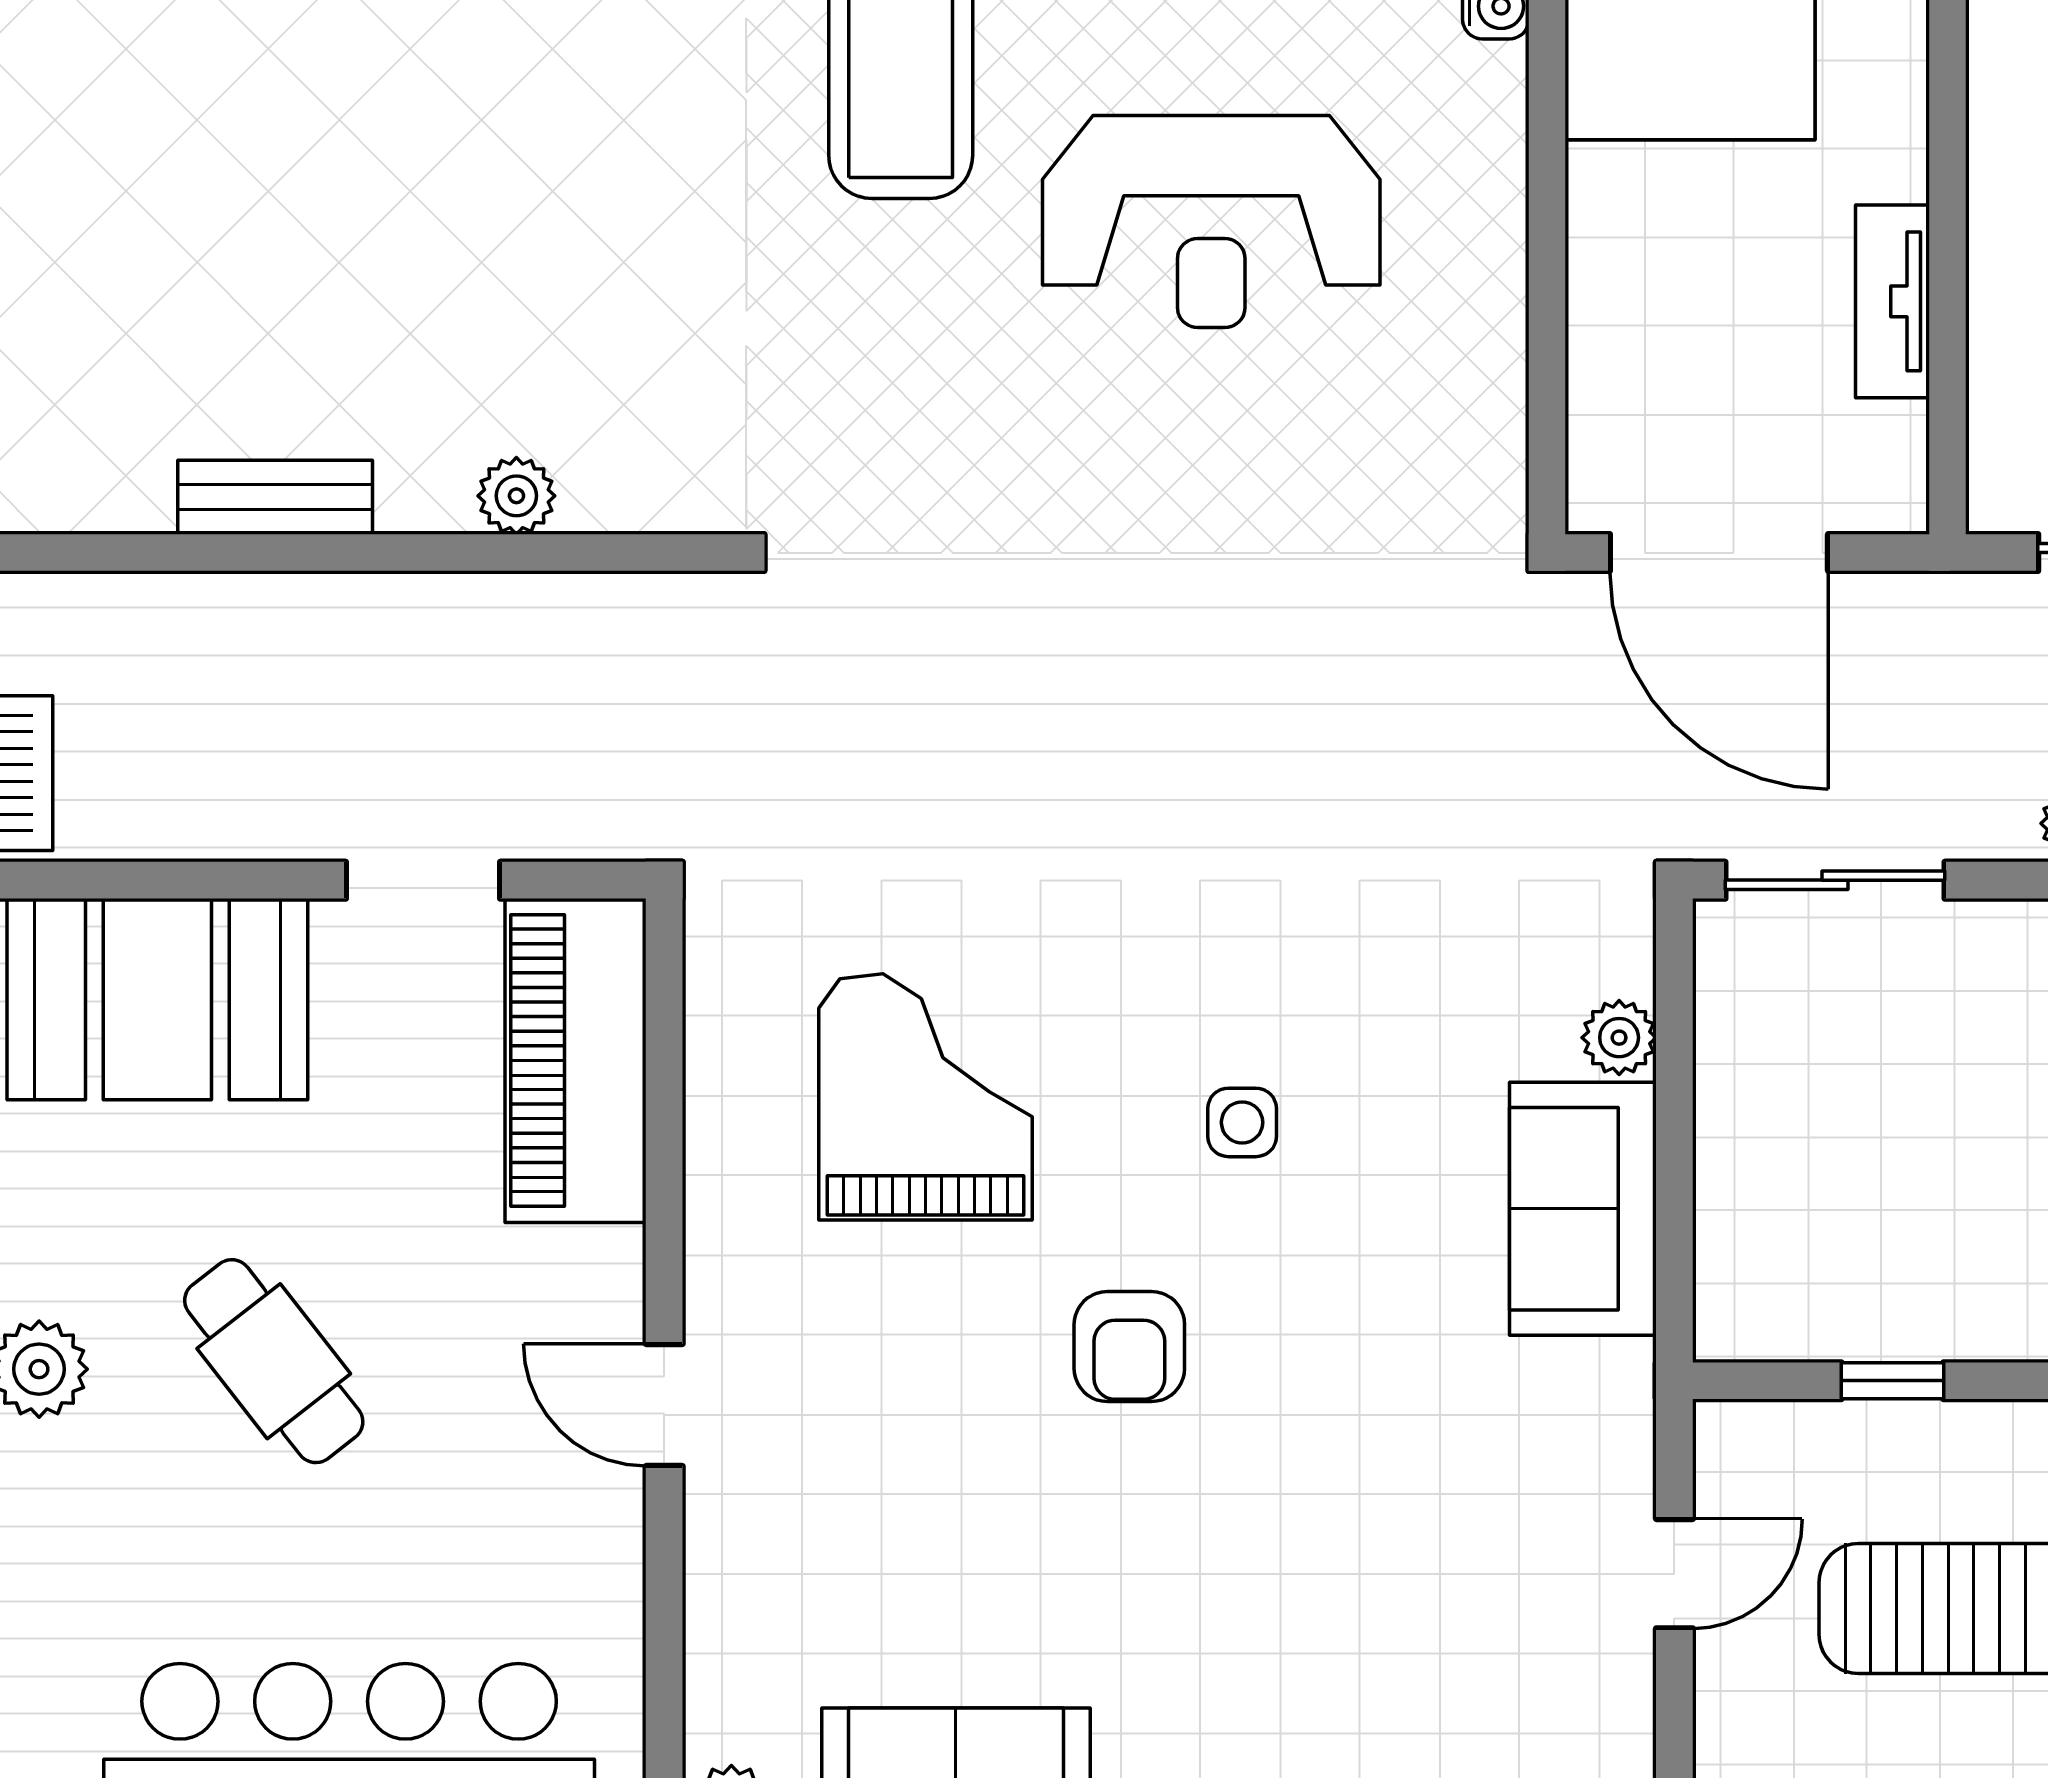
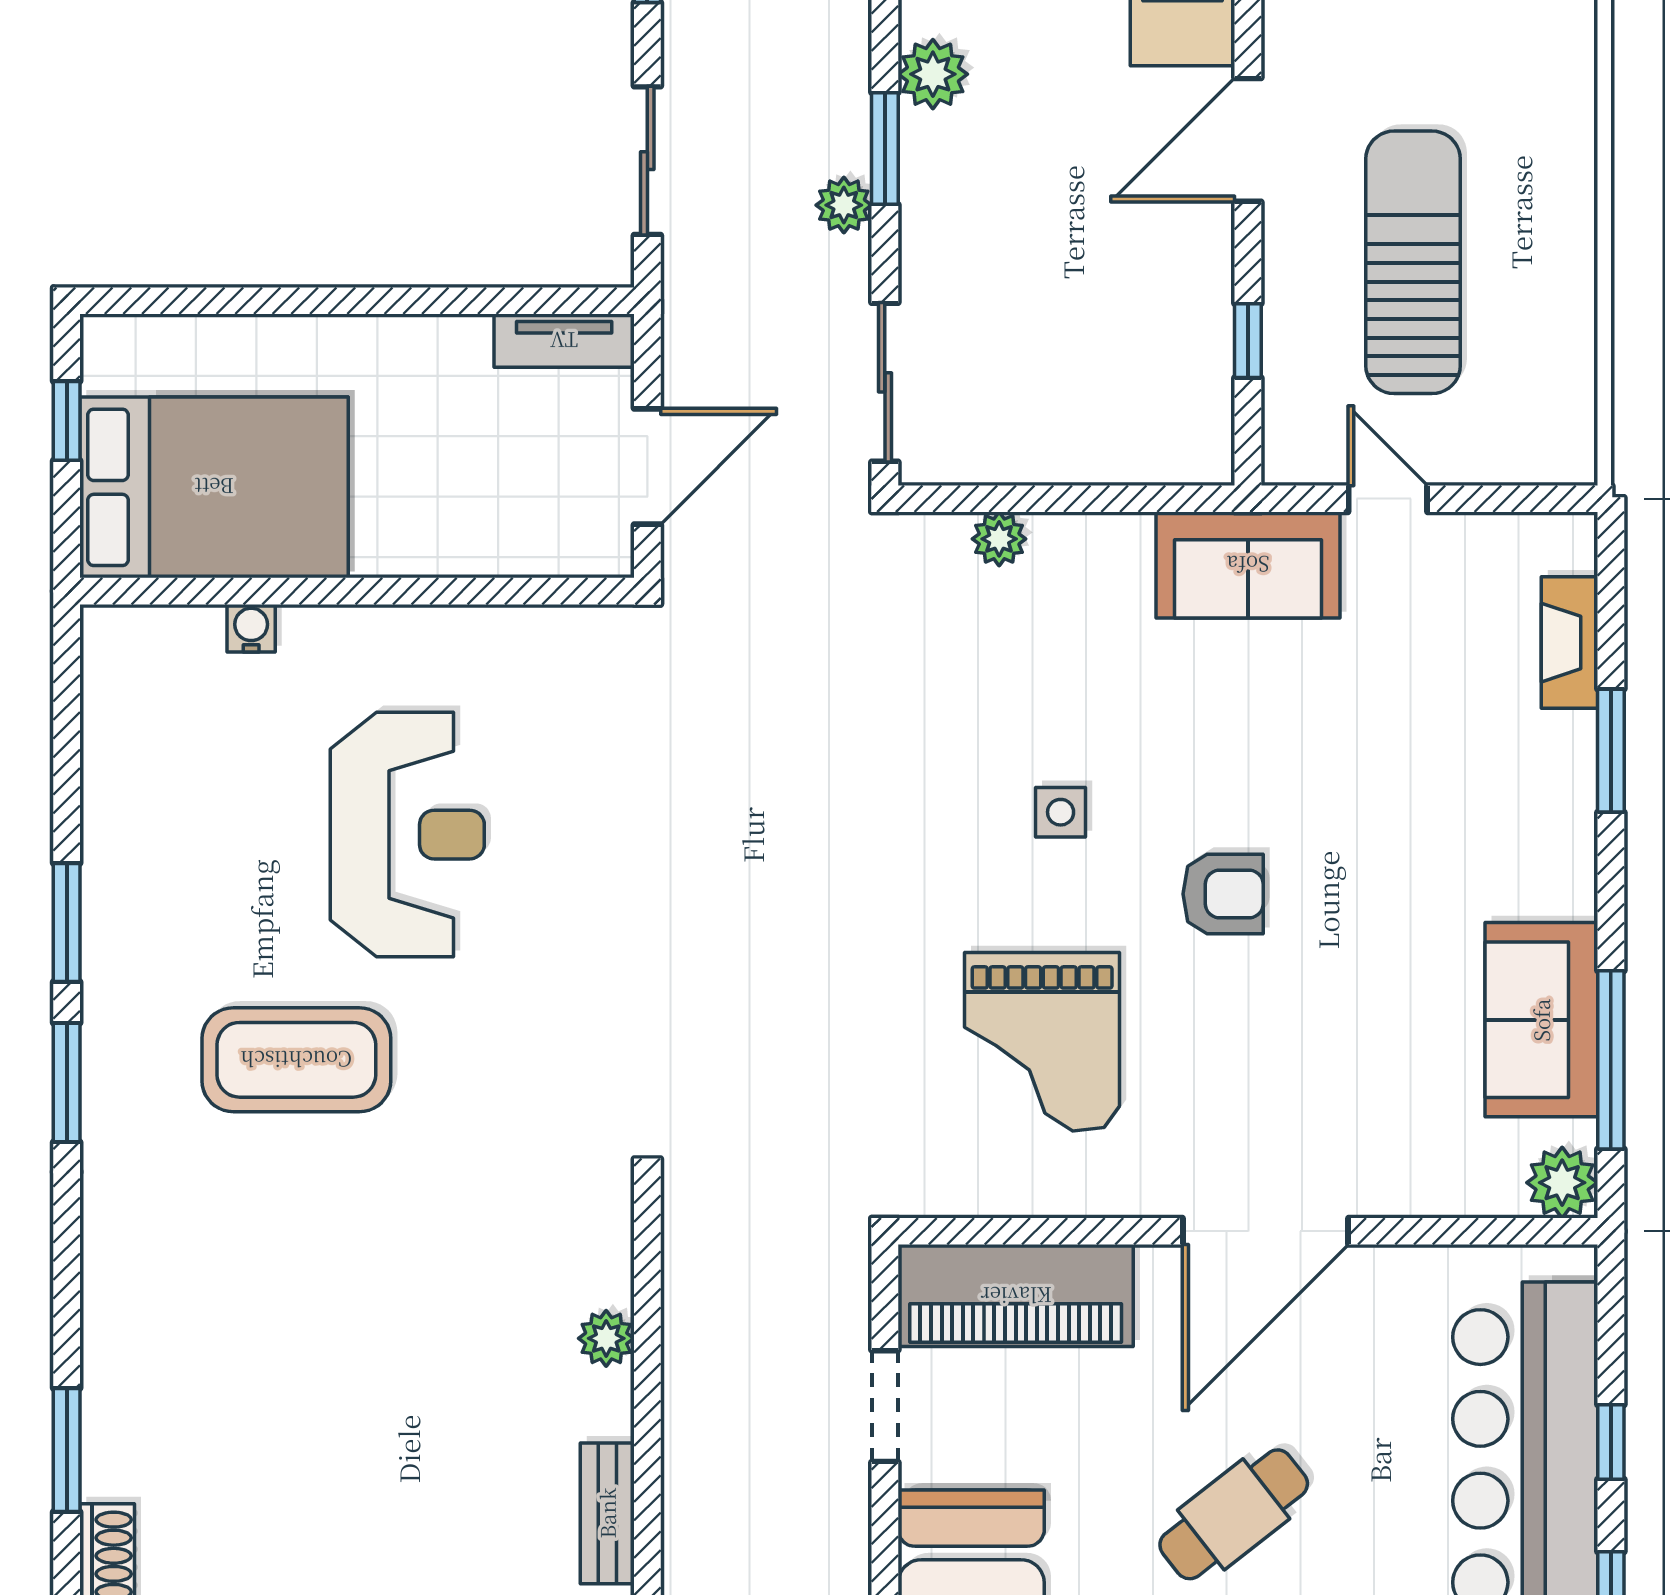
tv unit: (1892, 301) -> (564, 341), moved
door: (1719, 553) -> (647, 466), width x0.73
grand piano: (925, 1097) -> (1042, 1042), turned -90
sofa: (1583, 1209) -> (1248, 565), moved
door: (664, 1405) -> (1265, 1231), width x1.88

